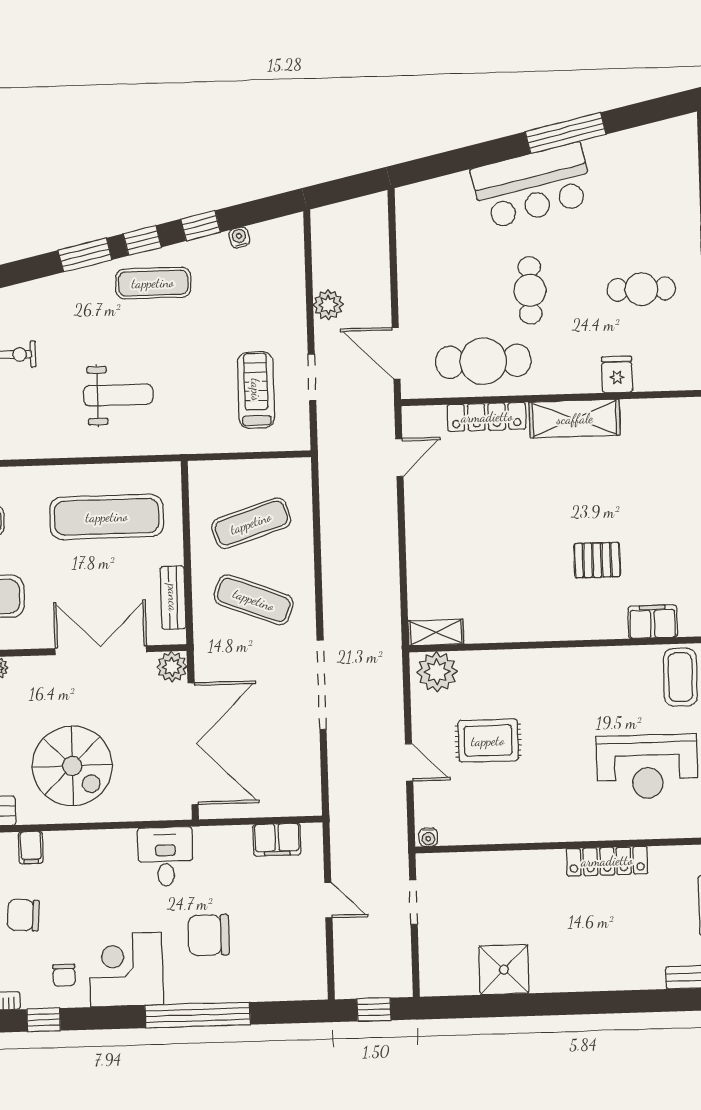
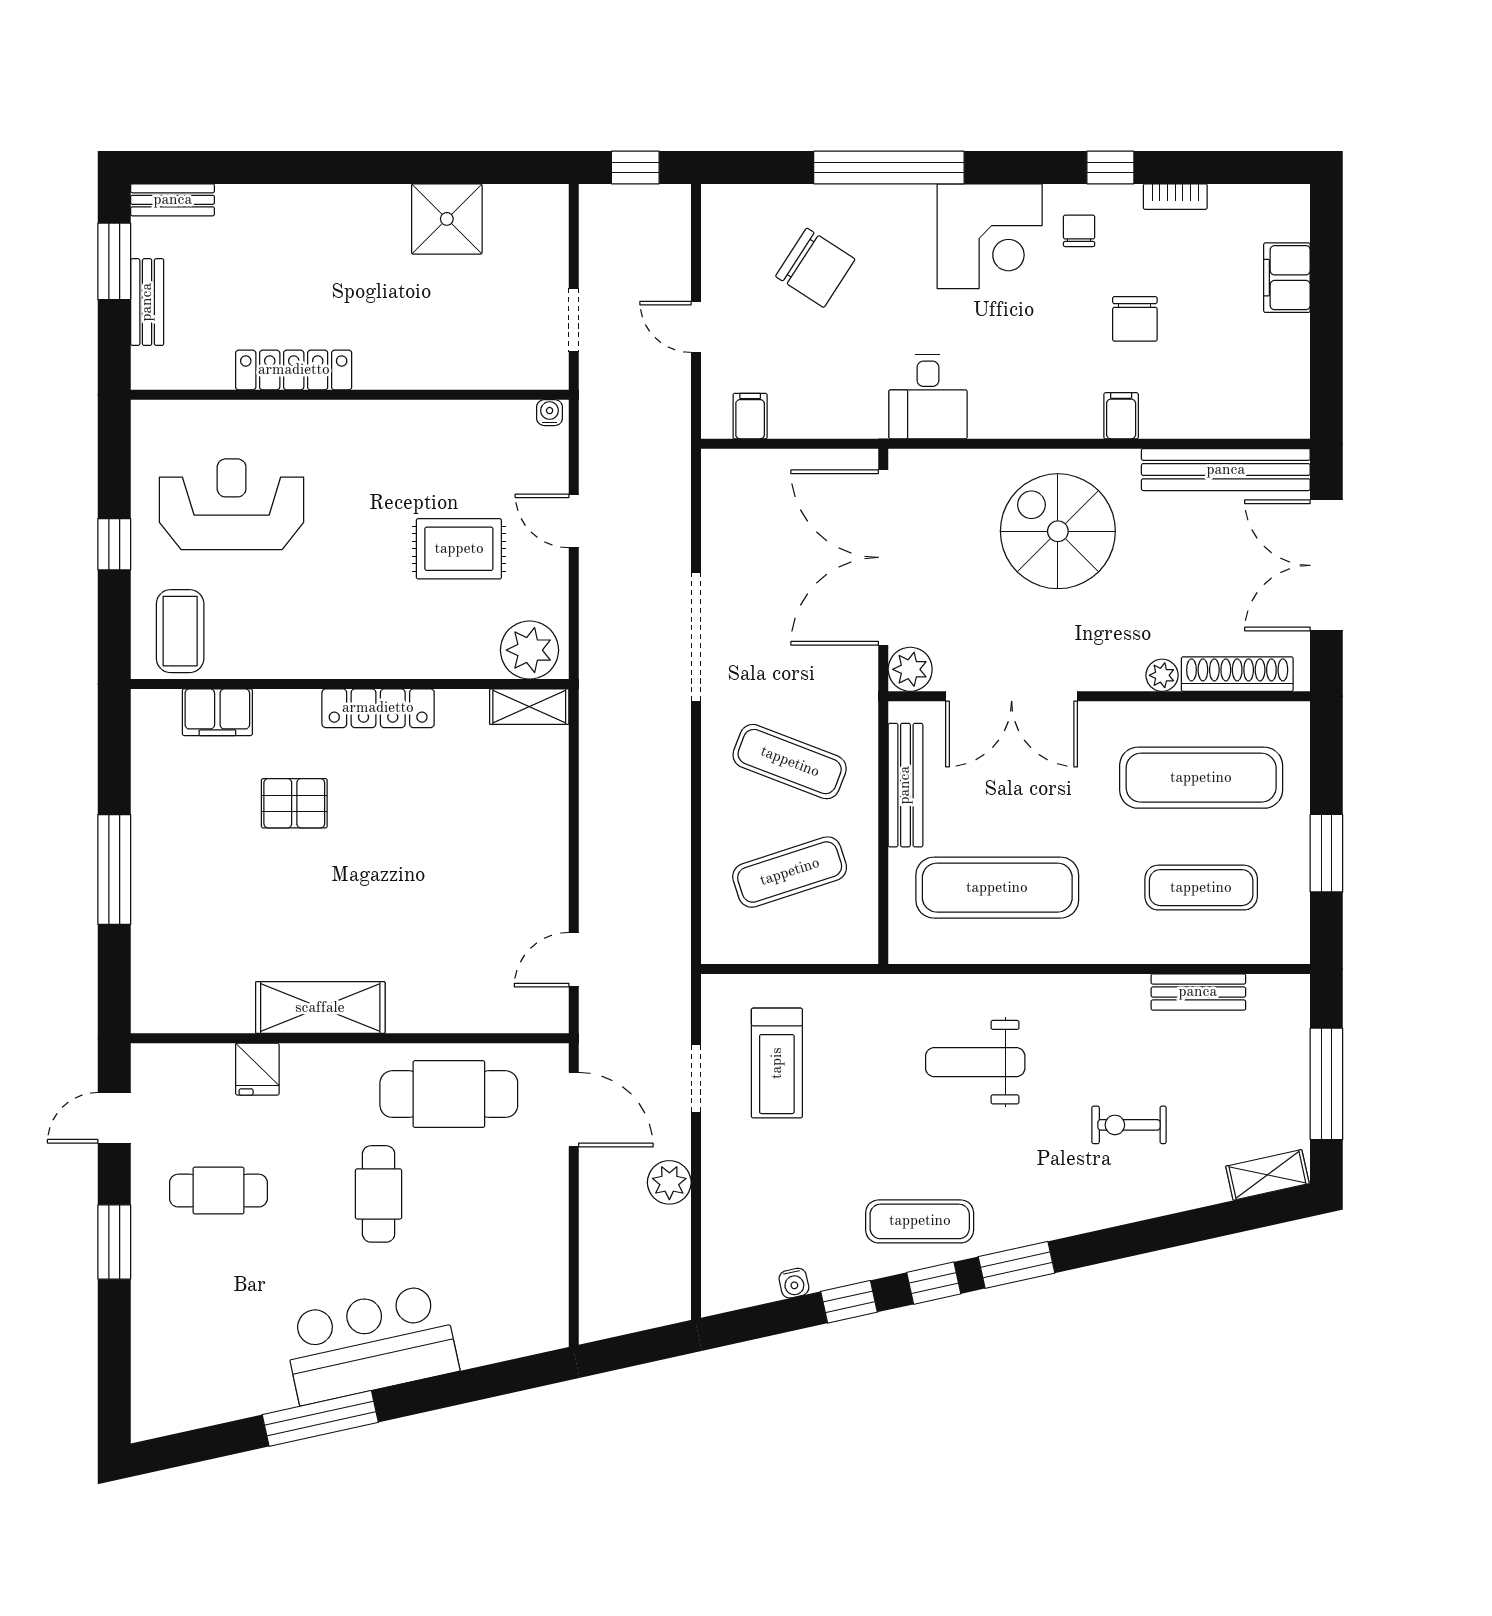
locker: (487, 417) -> (378, 708), moved, turned 180
bench: (173, 598) -> (905, 785), width x1.36
filing cabinet: (277, 840) -> (750, 416), width x0.50
chair: (23, 915) -> (1135, 319), turned 86
chair: (209, 935) -> (815, 268), moved, turned 33

